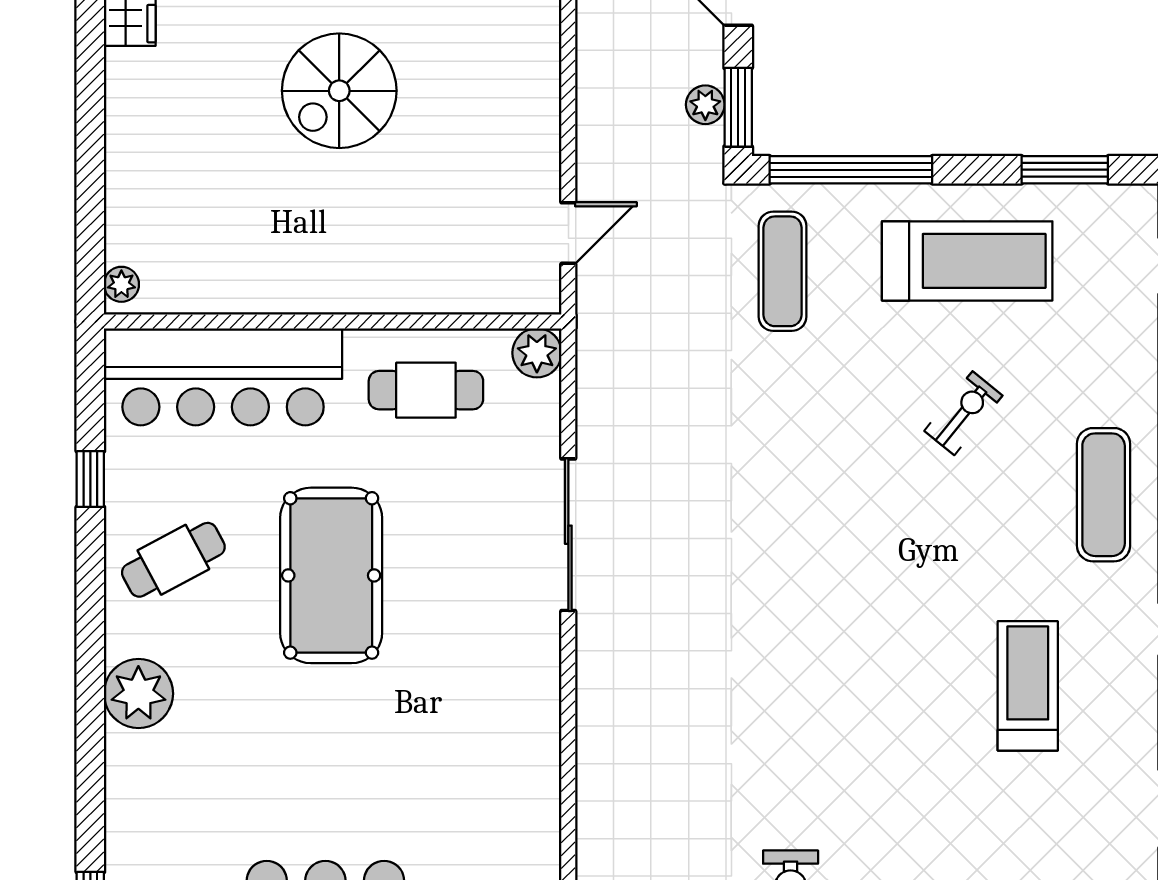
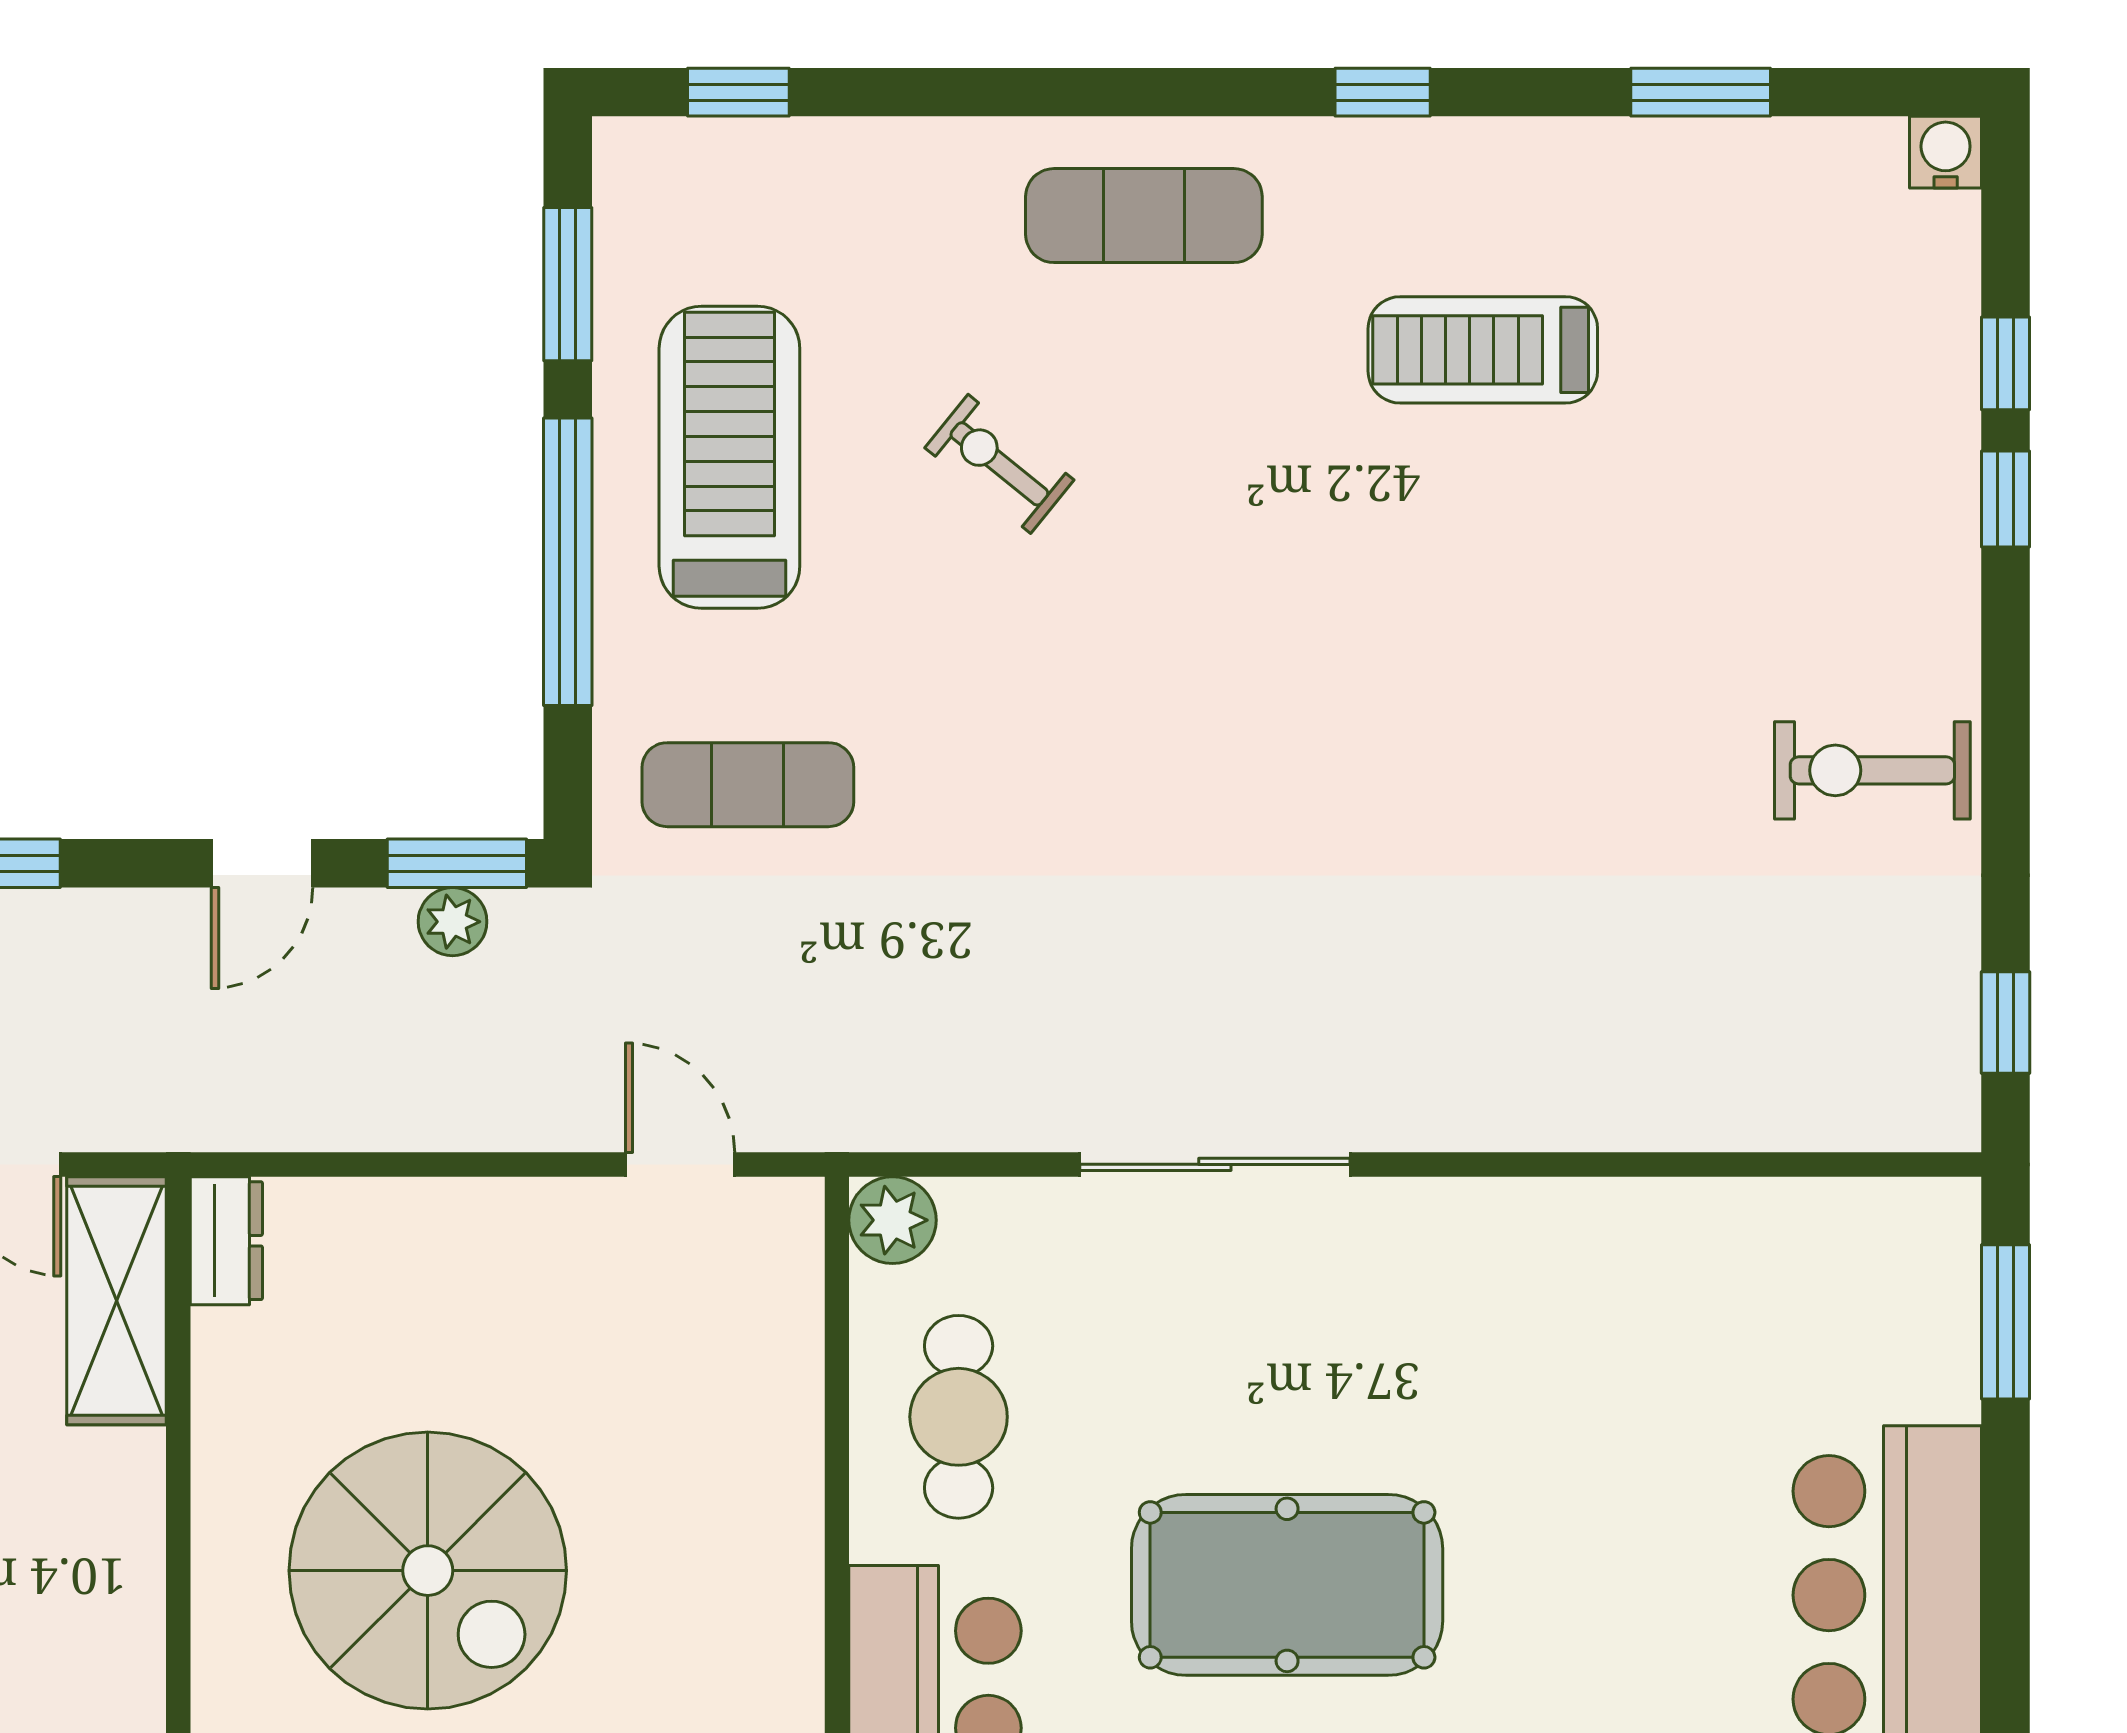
spiral stairs: (339, 91) -> (428, 1571), width x1.37, depth x1.37
window: (851, 170) -> (568, 562), moved

